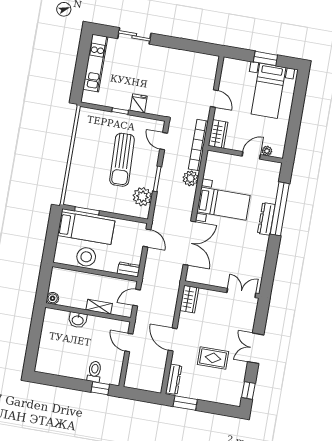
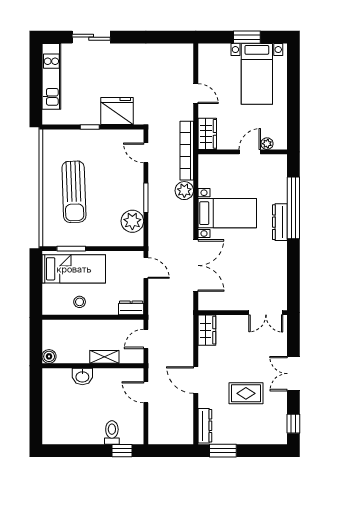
fridge: (139, 103) -> (117, 111), width x1.88, depth x1.34
sun lounger: (122, 160) -> (74, 192), moved
stool: (86, 257) -> (80, 302), width x0.53, depth x0.53
double door: (241, 293) -> (266, 313), swing flipped

